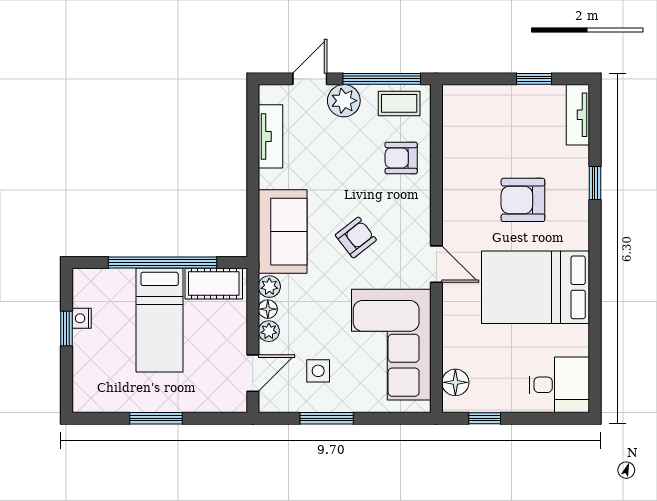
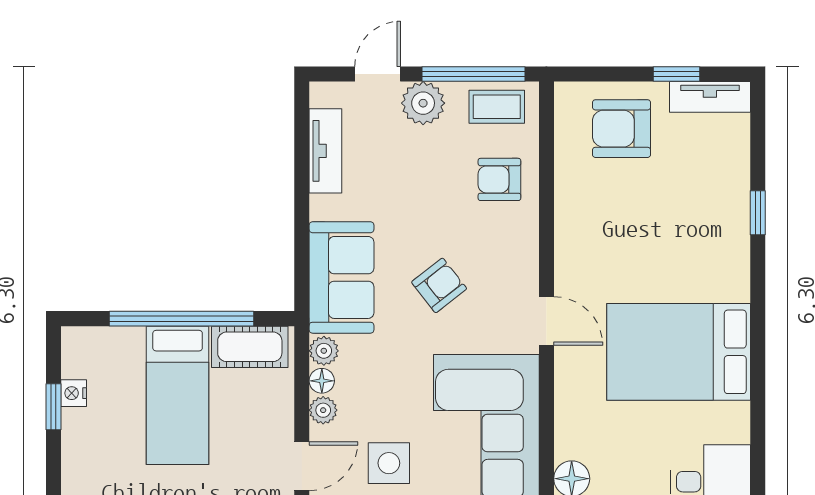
tv unit: (578, 115) -> (710, 97), moved, turned -90
armchair: (523, 200) -> (621, 129), moved
side table: (318, 371) -> (389, 463), width x1.37, depth x1.37

